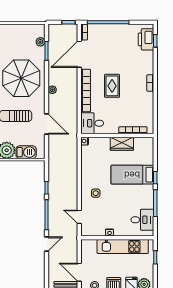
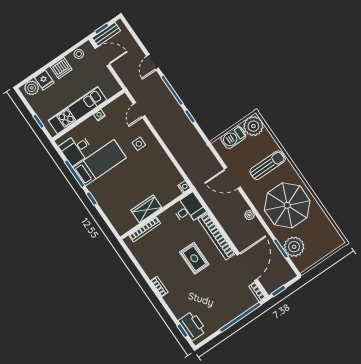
plant: (40, 42) -> (294, 247), width x1.88, depth x1.88
bed: (132, 175) -> (100, 163), moved
door: (79, 217) -> (139, 110), swing flipped

